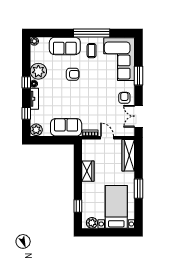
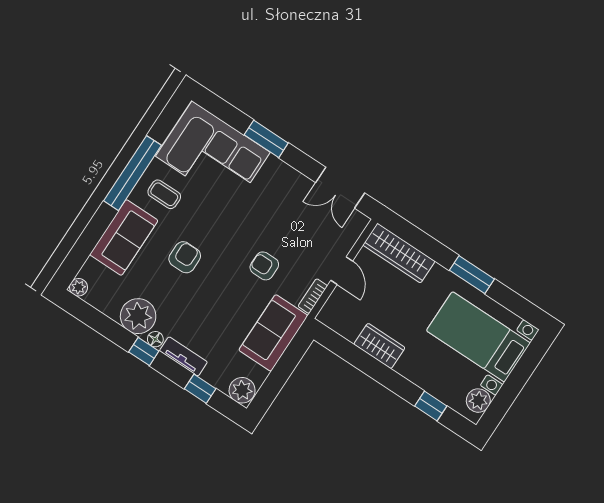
armchair: (124, 98) -> (264, 266), moved
door: (107, 138) -> (342, 271), swing flipped

